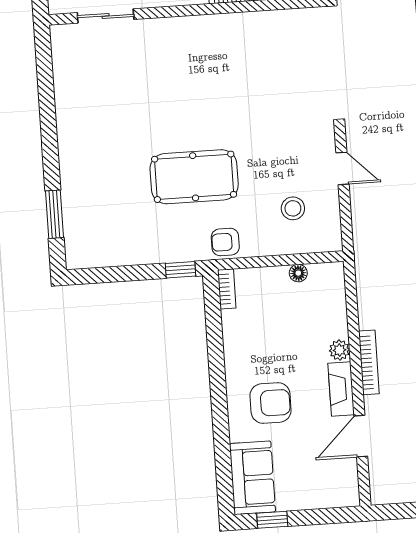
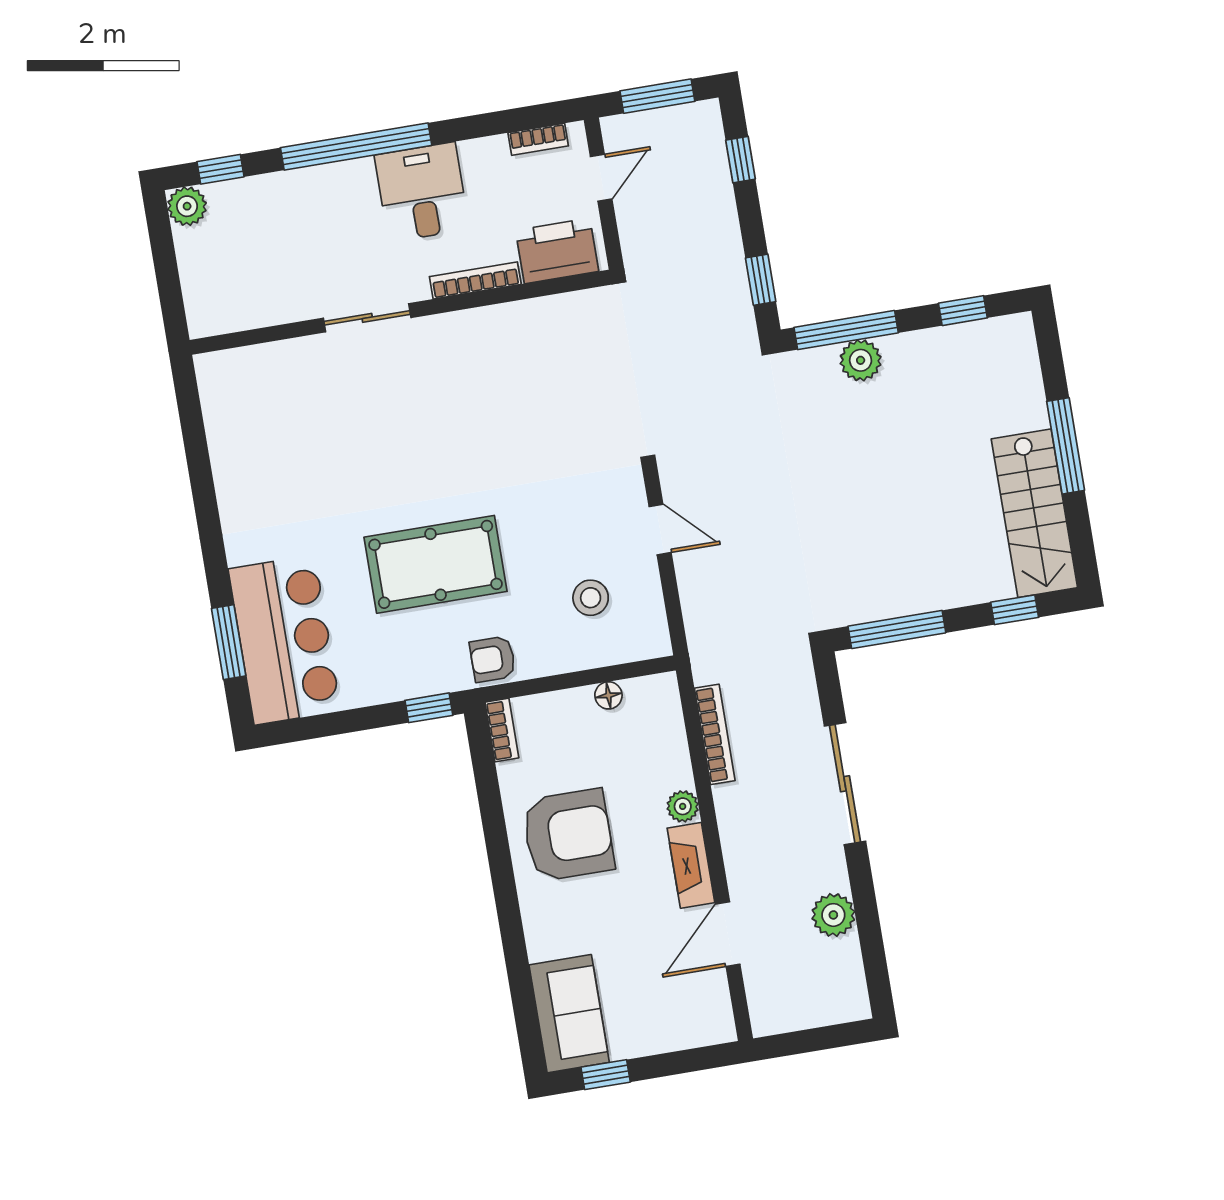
sliding door: (106, 16) -> (367, 318), moved
bar counter: (91, 216) -> (285, 640), added
bookcase: (369, 362) -> (715, 734), moved
armchair: (271, 403) -> (568, 835), moved, width x1.36, depth x1.36

